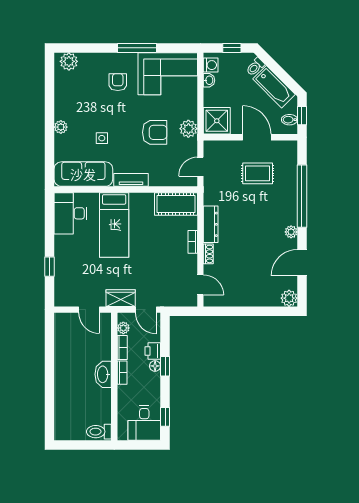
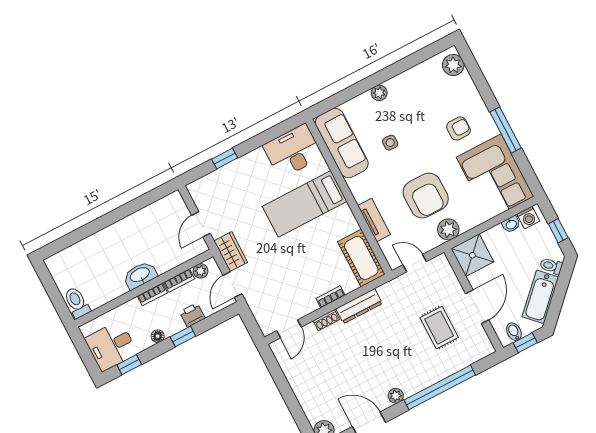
armchair: (155, 132) -> (426, 196), width x1.36, depth x1.36
tv unit: (131, 180) -> (374, 220), moved
floor lamp: (155, 366) -> (158, 336), moved

